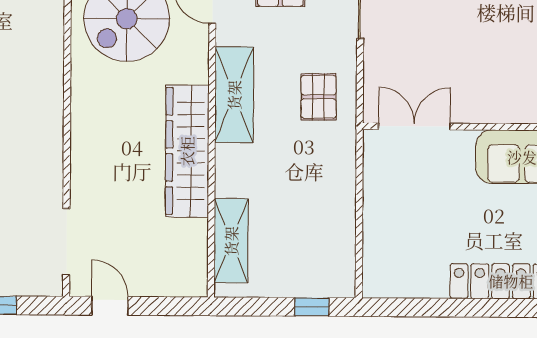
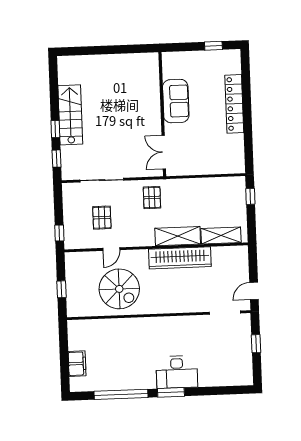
shelving: (234, 95) -> (178, 236), moved
pallet: (319, 97) -> (152, 198), turned 90

